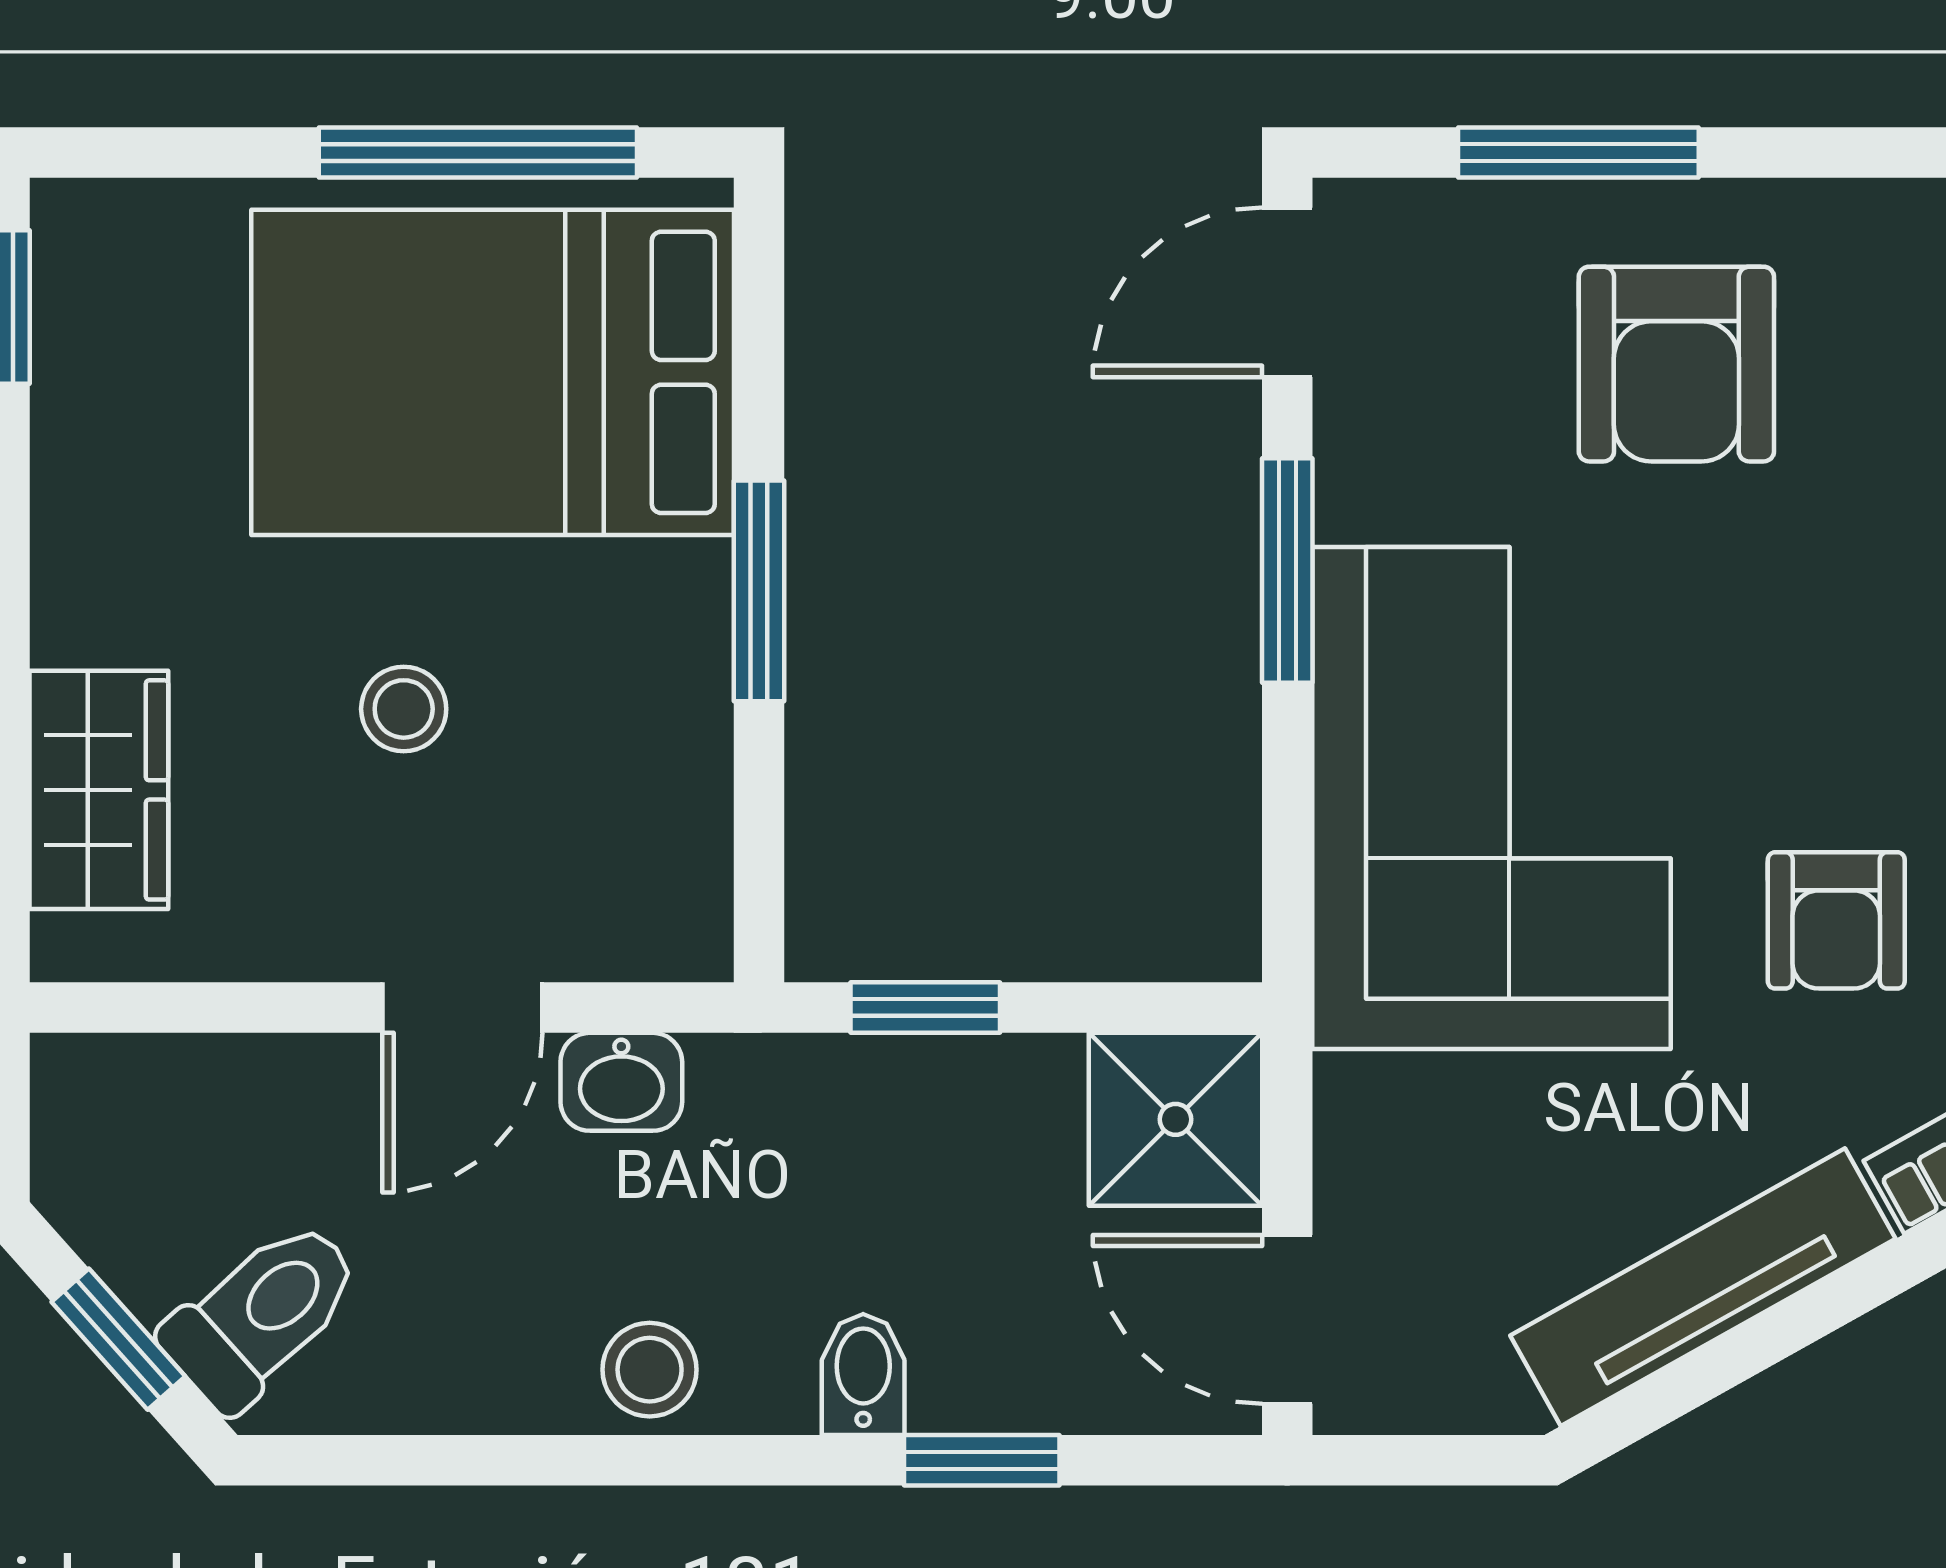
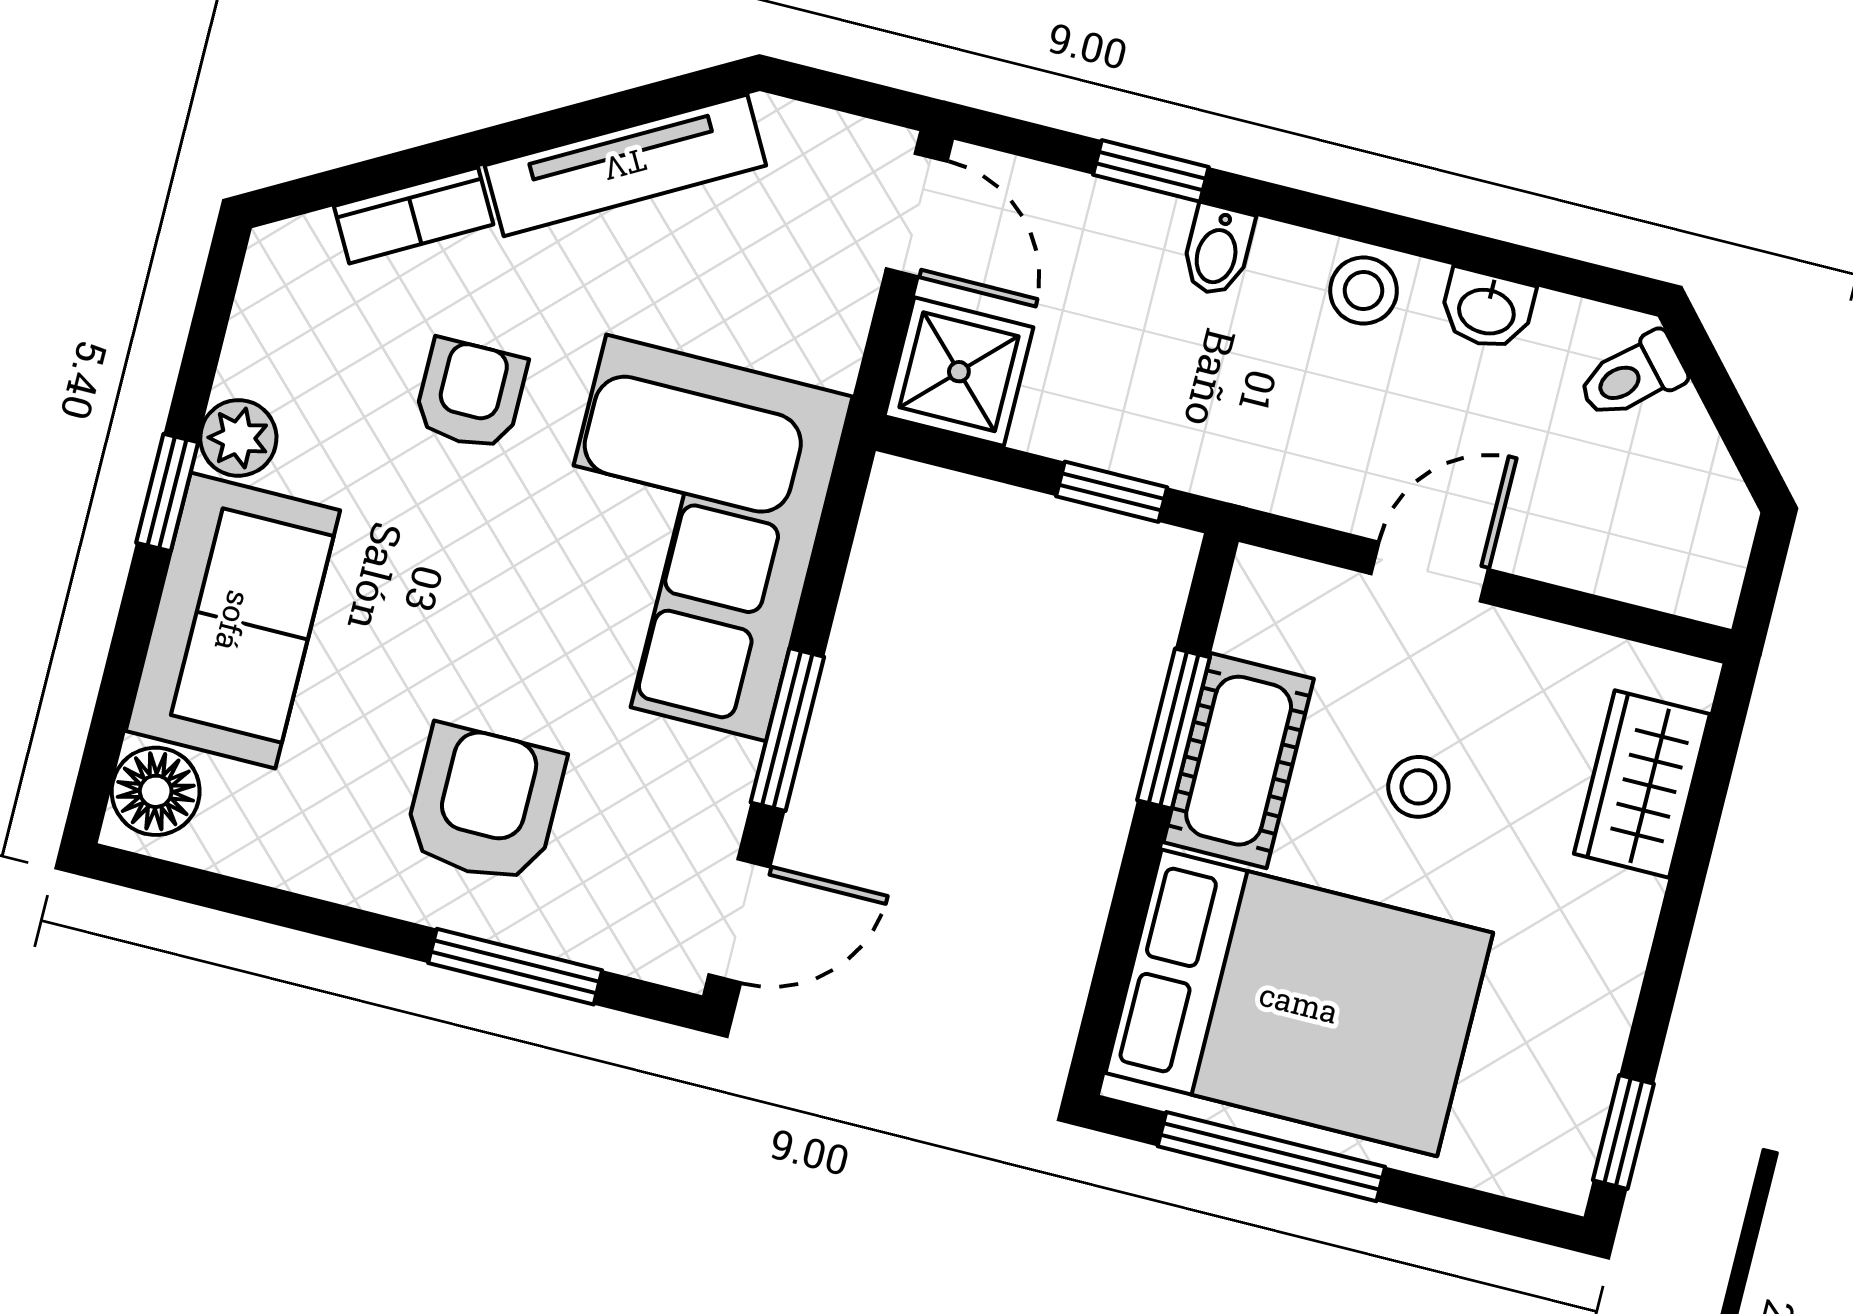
window: (759, 591) -> (1173, 729), moved
cot: (659, 683) -> (1239, 761), added
washbasin: (621, 1082) -> (1487, 310), moved, turned 180
toilet: (262, 1314) -> (1632, 376), width x0.73, depth x0.72
window: (118, 1339) -> (1723, 403), removed

